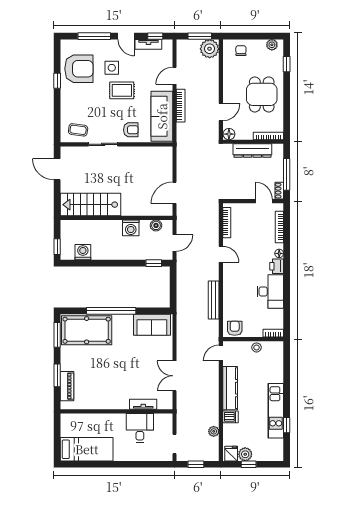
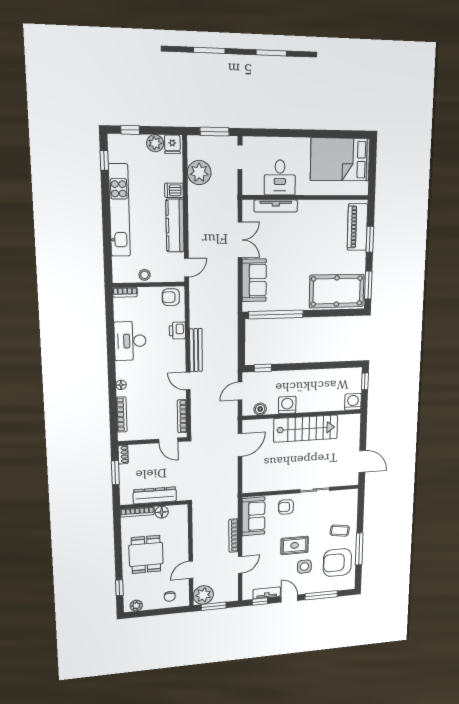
window: (57, 81) -> (359, 549), width x2.17
door: (221, 112) -> (191, 570), moved
sofa: (162, 116) -> (253, 516), width x0.73
coffee table: (78, 130) -> (340, 531), moved
floor lamp: (229, 134) -> (162, 512), moved
window: (287, 174) -> (115, 473), width x0.69
door: (264, 201) -> (168, 440), moved
stairs: (91, 205) -> (306, 429), moved
washing machine: (83, 252) -> (353, 402), moved, turned 180
printer: (277, 266) -> (177, 331), moved, turned 180
bench: (214, 300) -> (196, 350), moved
window: (111, 311) -> (276, 314), moved
sofa: (152, 325) -> (254, 280), moved, turned 90
armchair: (235, 328) -> (171, 297), turned 90
piano: (67, 386) -> (357, 227), width x1.37, depth x1.33
tv unit: (143, 404) -> (276, 206), width x1.41
kitchen unit: (276, 411) -> (119, 210), width x1.36
window: (287, 425) -> (104, 160), moved
plant: (214, 431) -> (199, 173), width x1.88, depth x1.88
bed: (87, 449) -> (340, 159), width x1.50
window: (196, 464) -> (215, 132), width x1.50
window: (249, 464) -> (130, 130), moved

